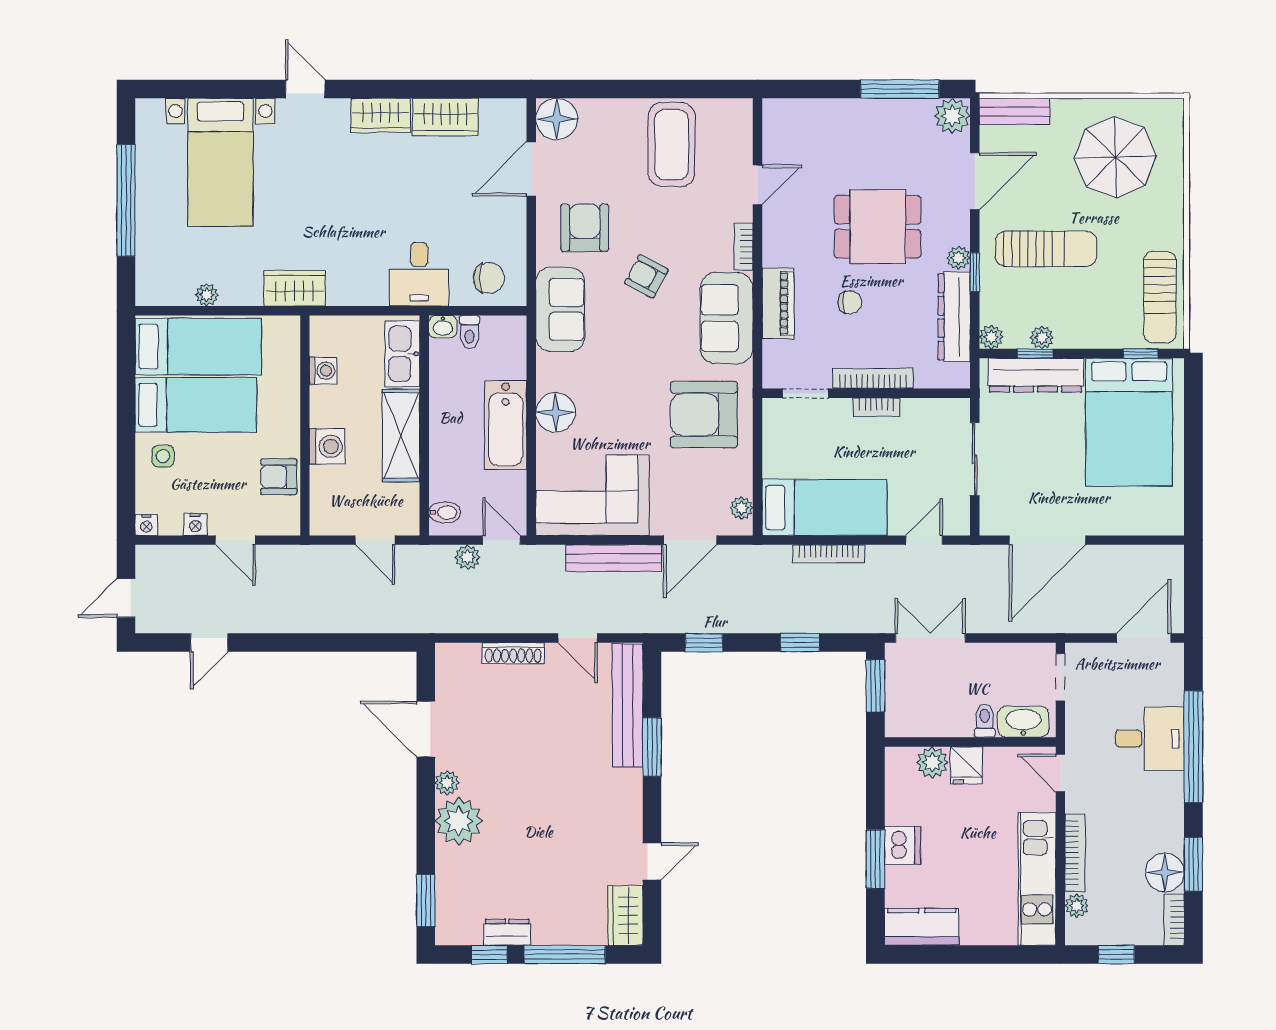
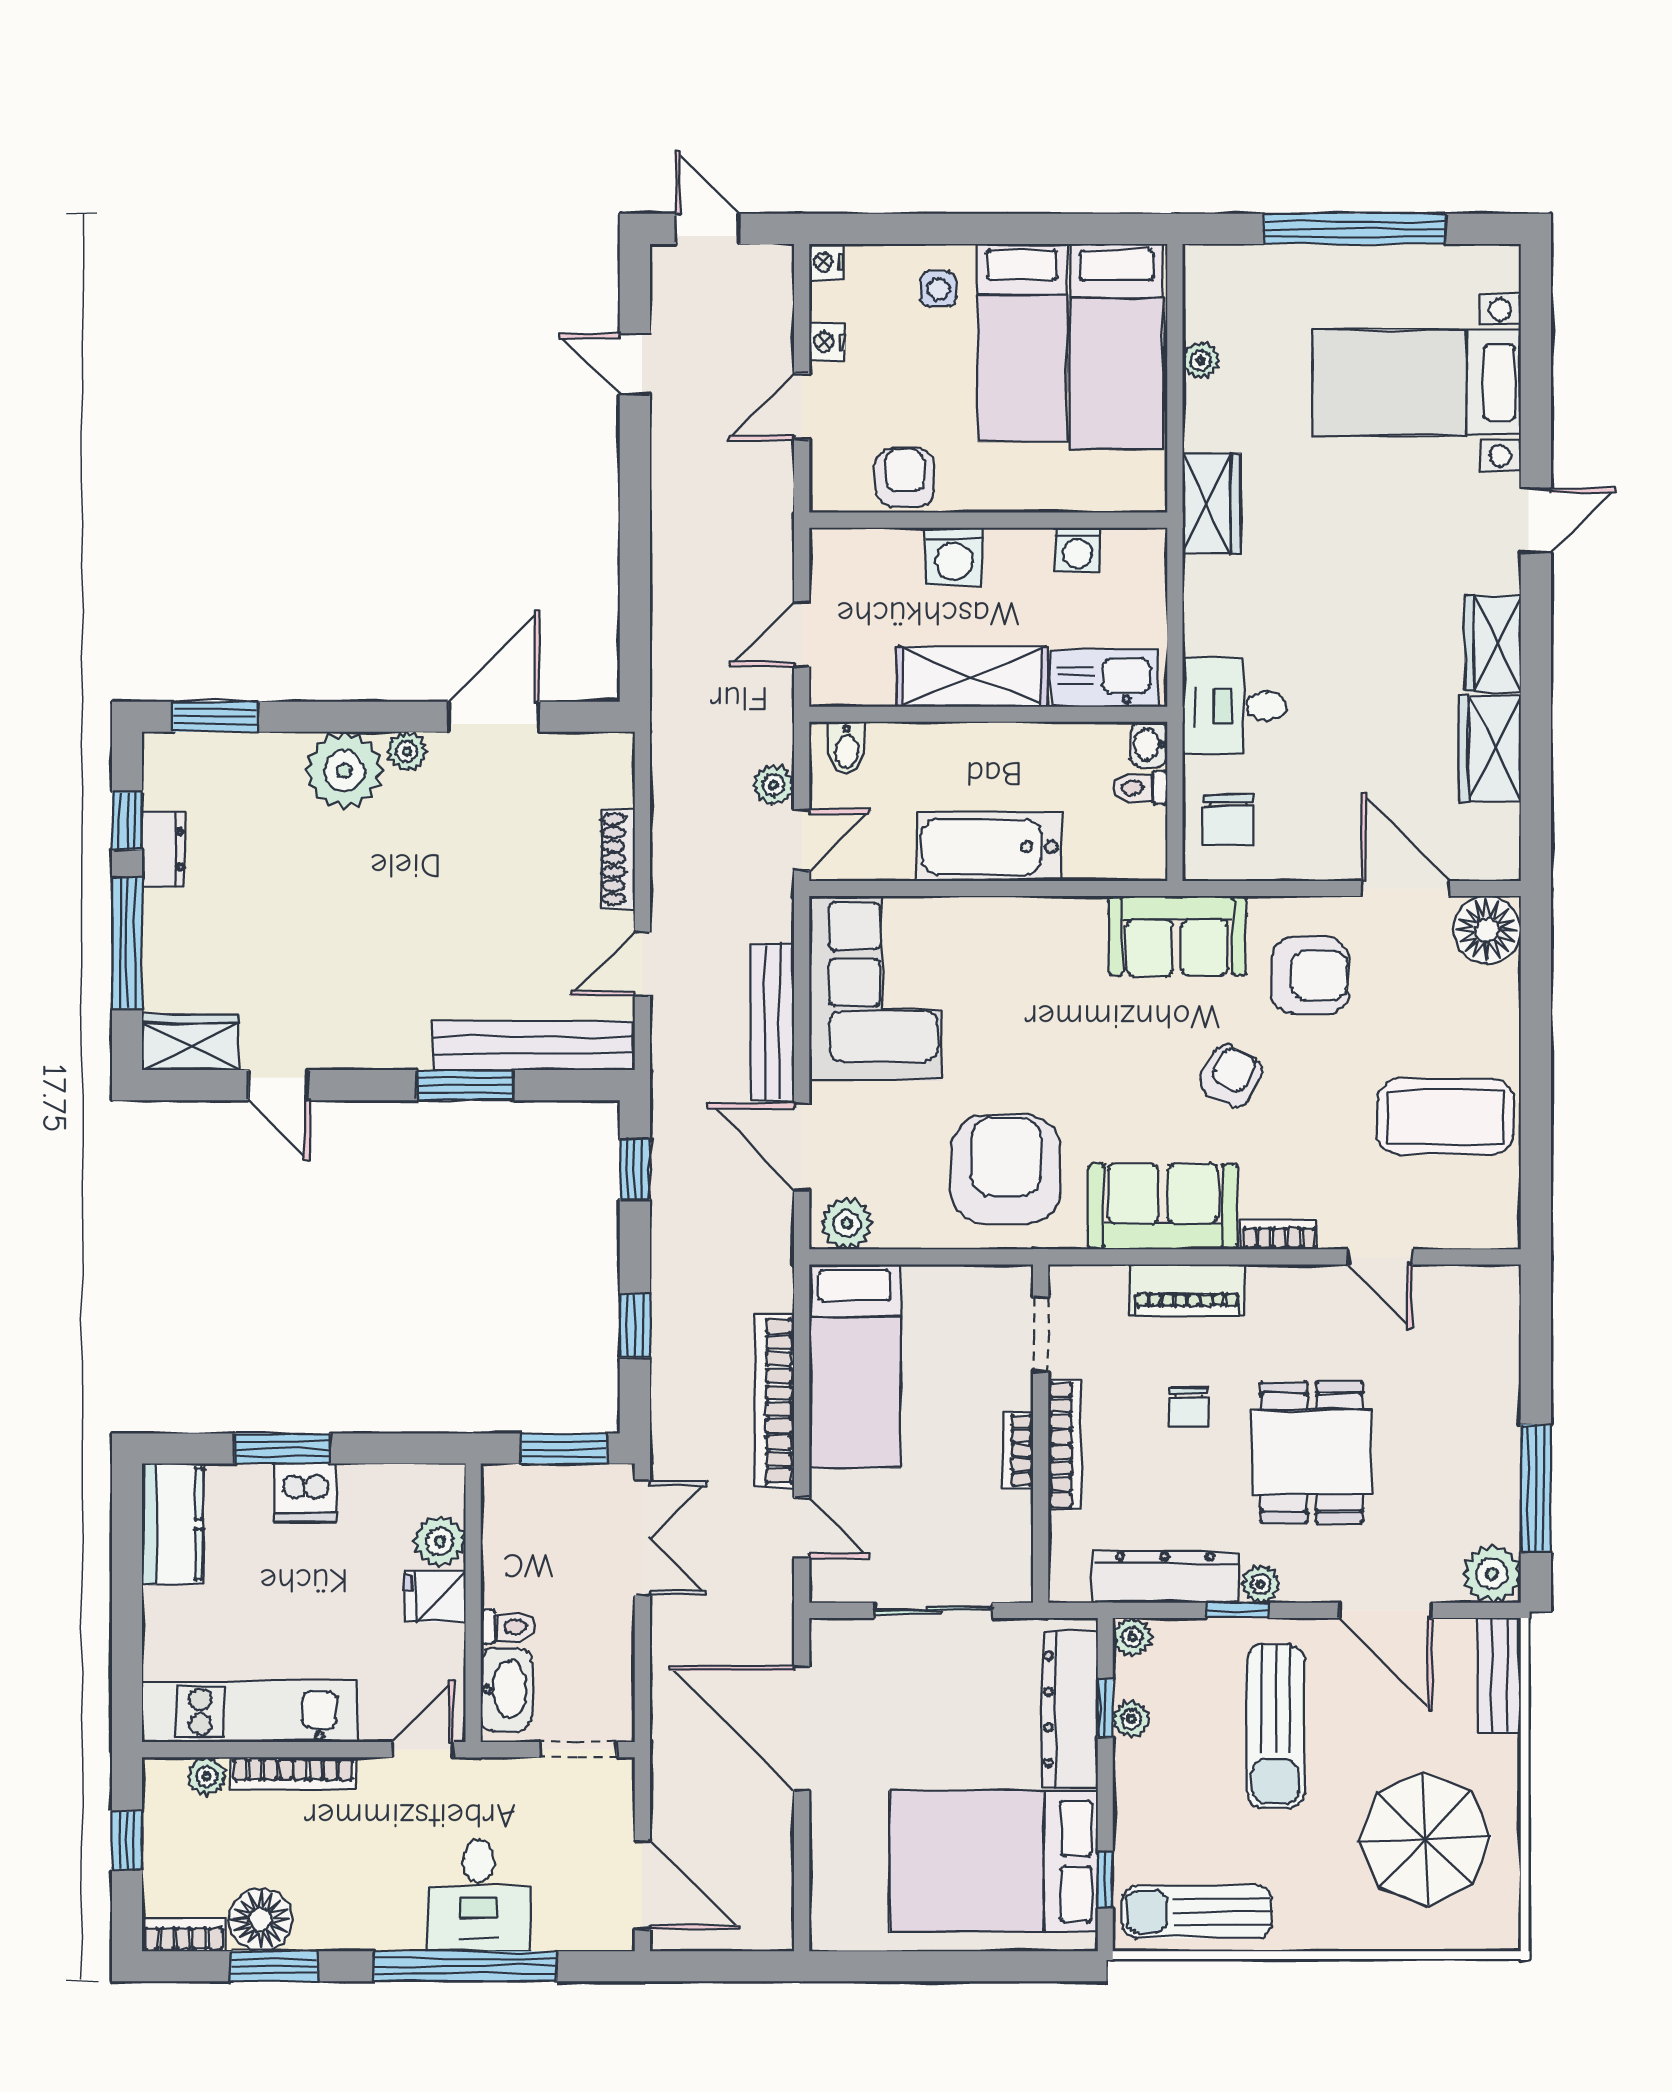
floor lamp: (556, 412) -> (1009, 928), removed
plant: (741, 508) -> (847, 1224), width x1.38, depth x1.38
bookcase: (829, 554) -> (774, 1401), width x1.48, depth x1.31

